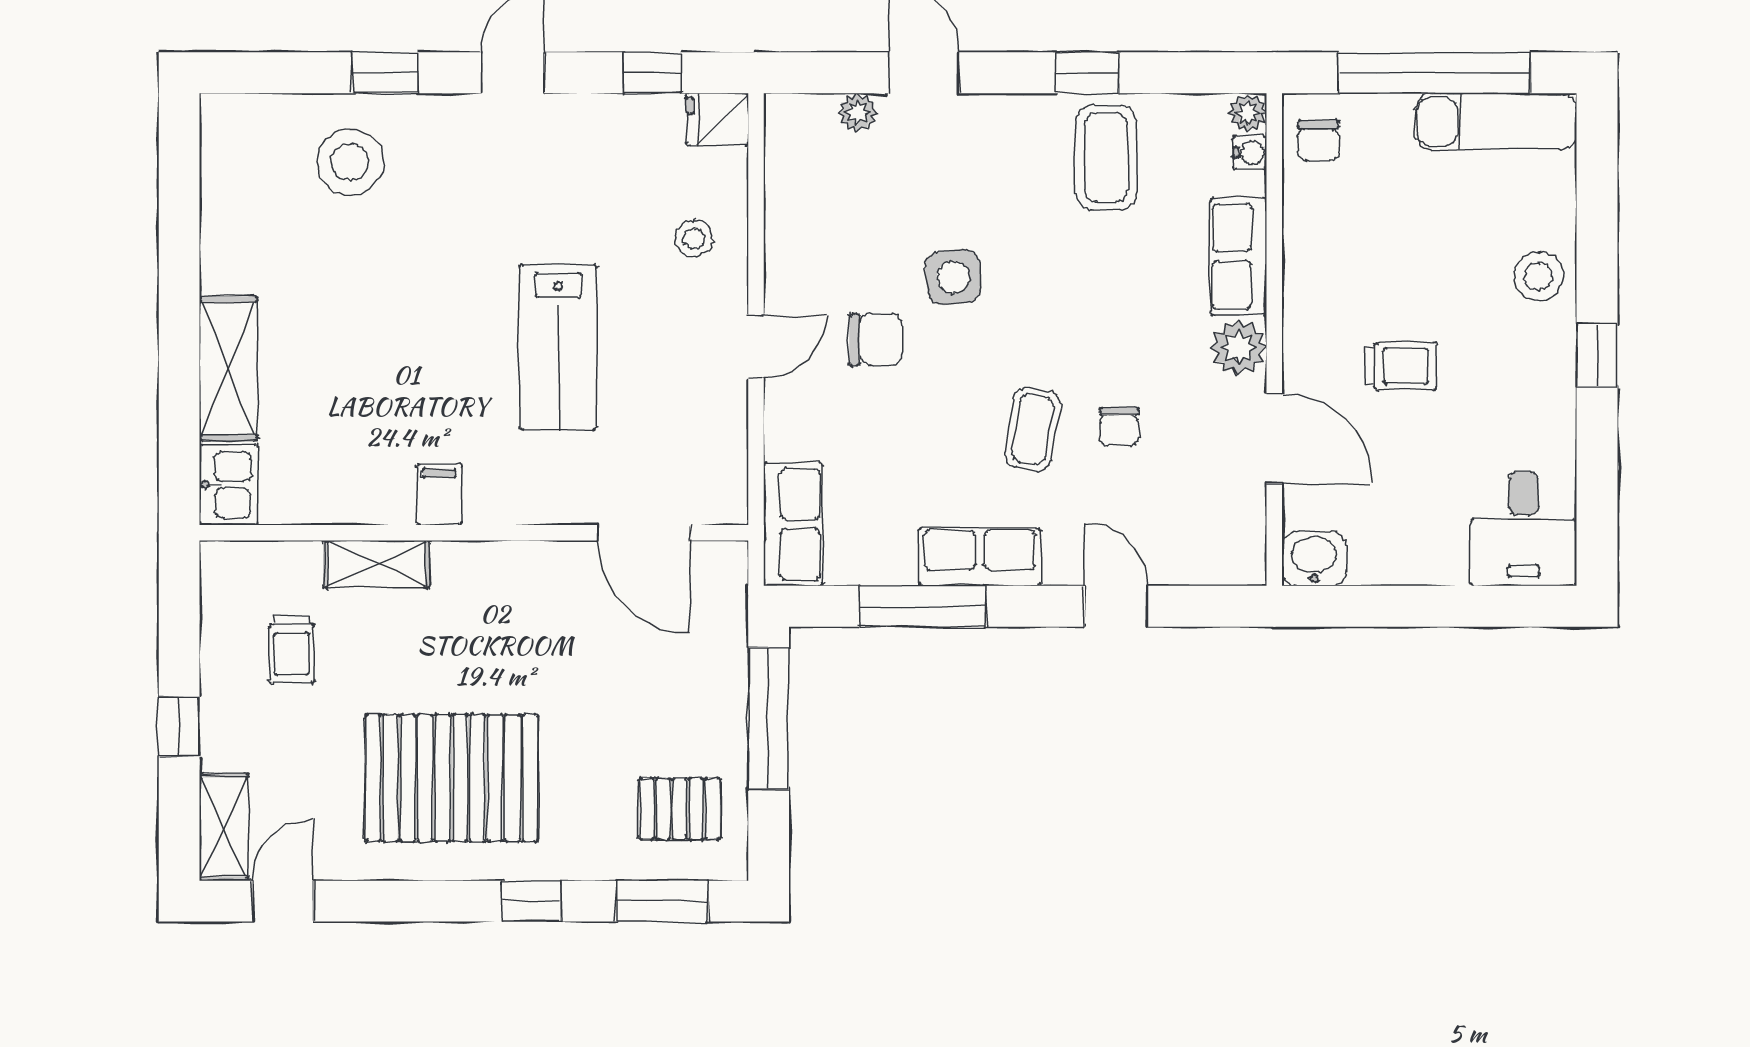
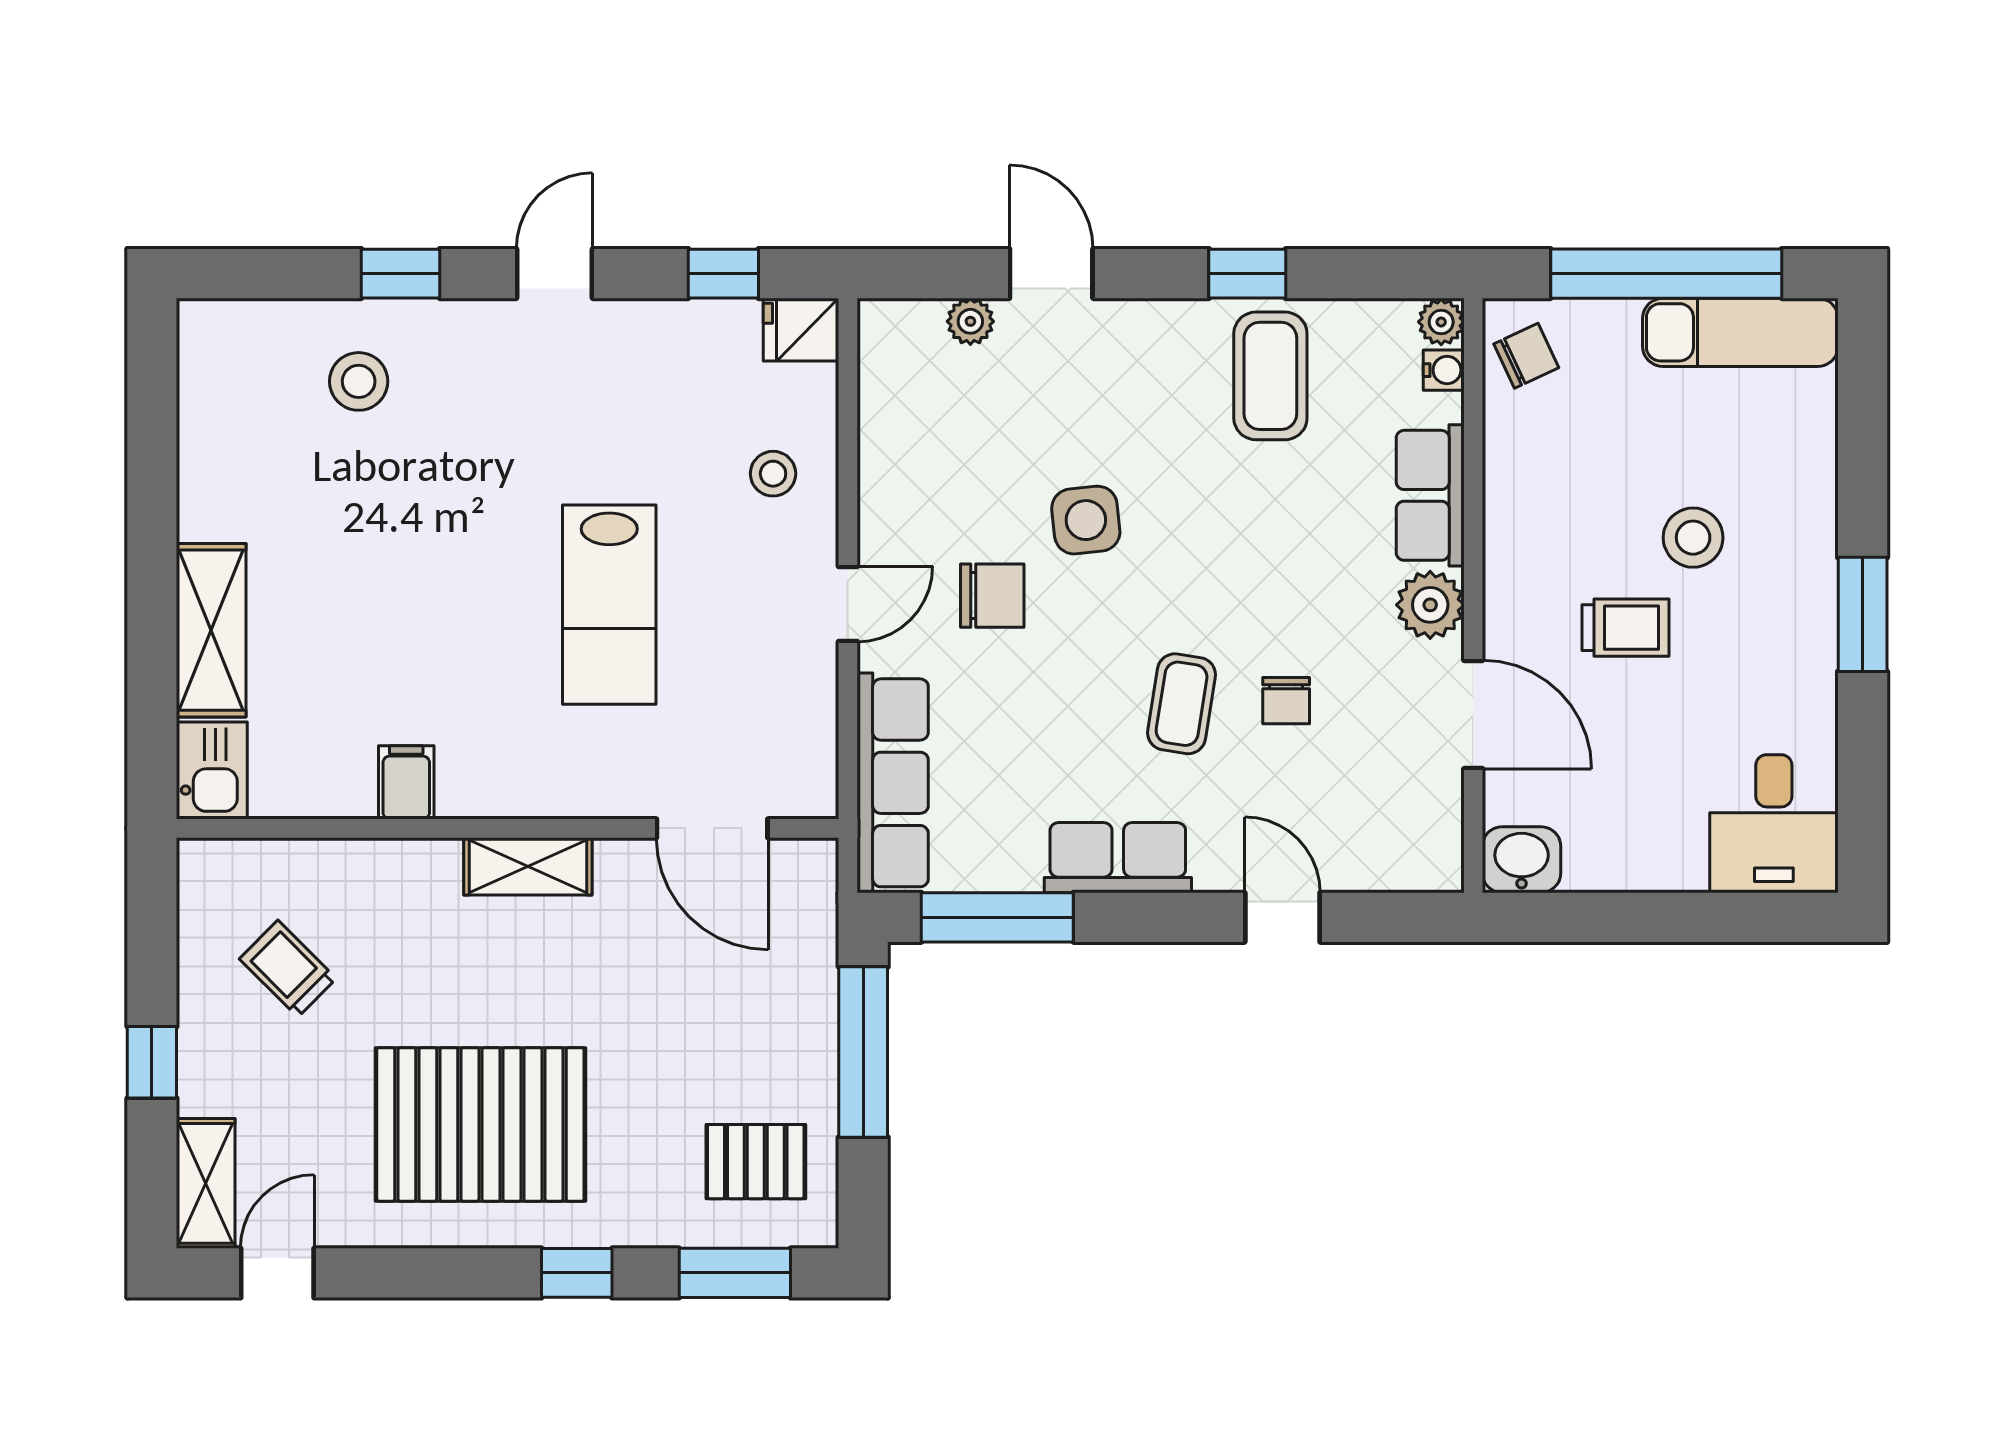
chair: (1318, 141) -> (1526, 356), turned -115
stool: (350, 162) -> (359, 381), width x0.73, depth x0.73
stool: (1538, 276) -> (1693, 538), moved
window: (1597, 355) -> (1863, 614), width x1.50
filing cabinet: (439, 494) -> (406, 782), moved
row of seats: (793, 524) -> (893, 783), width x1.48
shelving: (376, 564) -> (528, 866), moved
window: (922, 606) -> (997, 917), moved
trolley: (292, 649) -> (288, 969), turned 135

